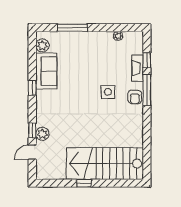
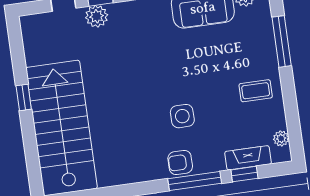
plant: (118, 36) -> (281, 138), moved
coffee table: (99, 47) -> (256, 91), added
fireplace: (138, 68) -> (248, 158), moved

